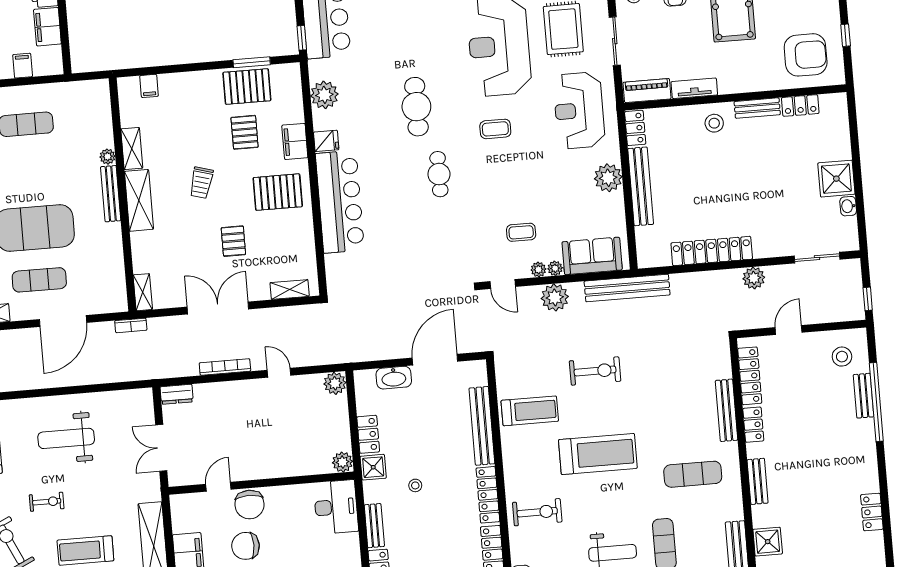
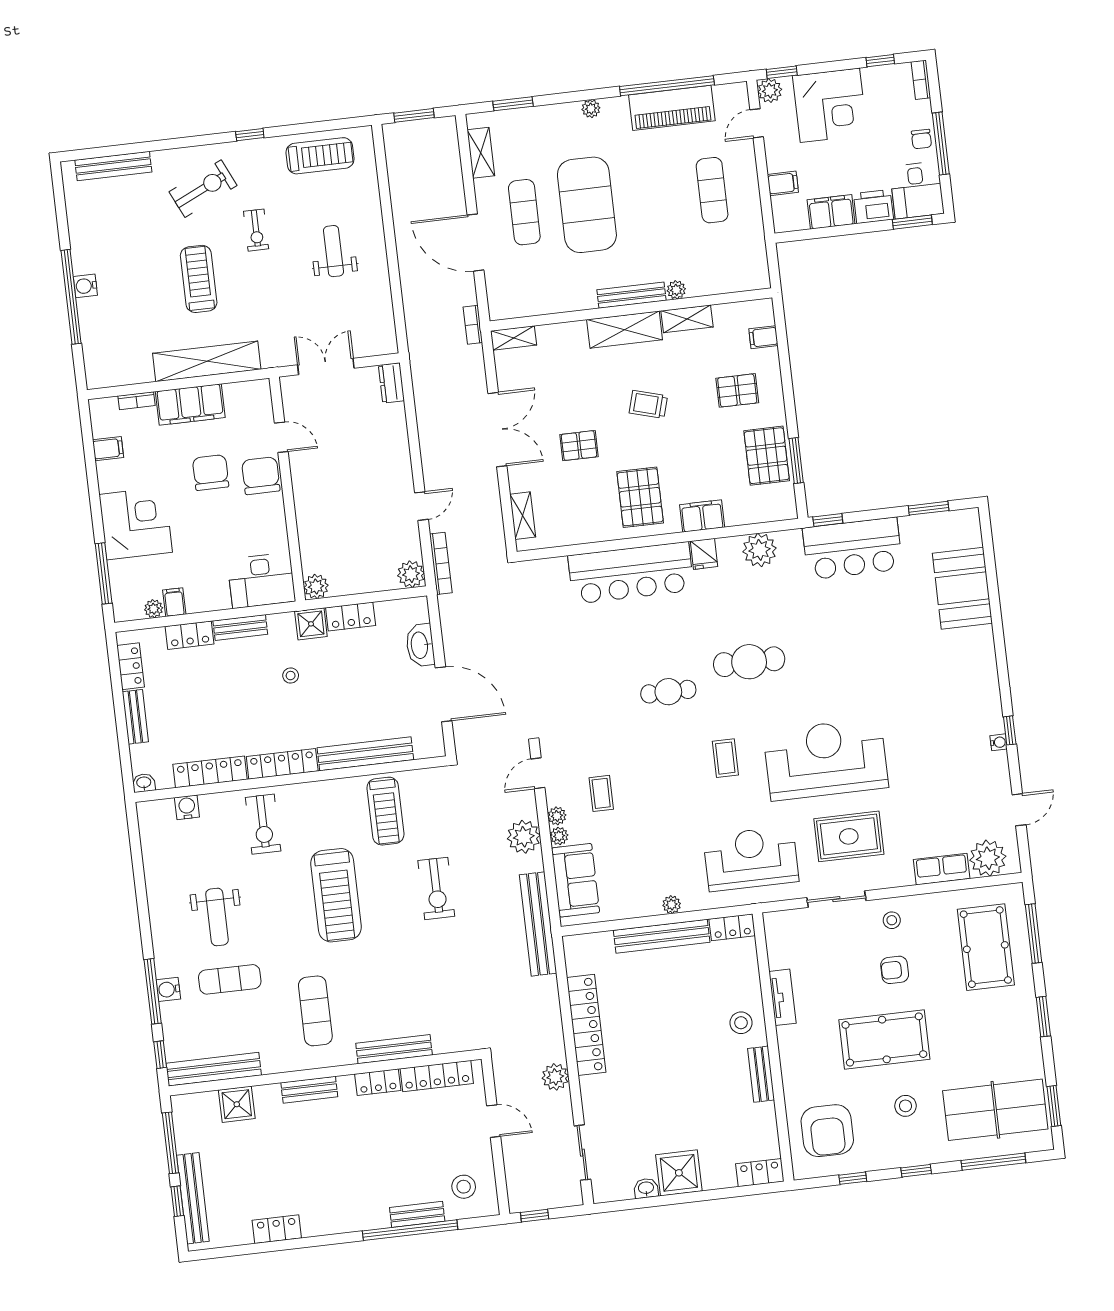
piano: (647, 91) -> (778, 940), removed
locker: (800, 106) -> (760, 1173), moved, turned 90
pallet: (245, 132) -> (737, 390), moved
plant: (608, 178) -> (672, 905), width x0.53, depth x0.53
bookcase: (225, 367) -> (441, 563), moved
weight bench: (66, 438) -> (334, 251), width x0.73, depth x0.75
chair: (249, 505) -> (261, 476), turned 90

